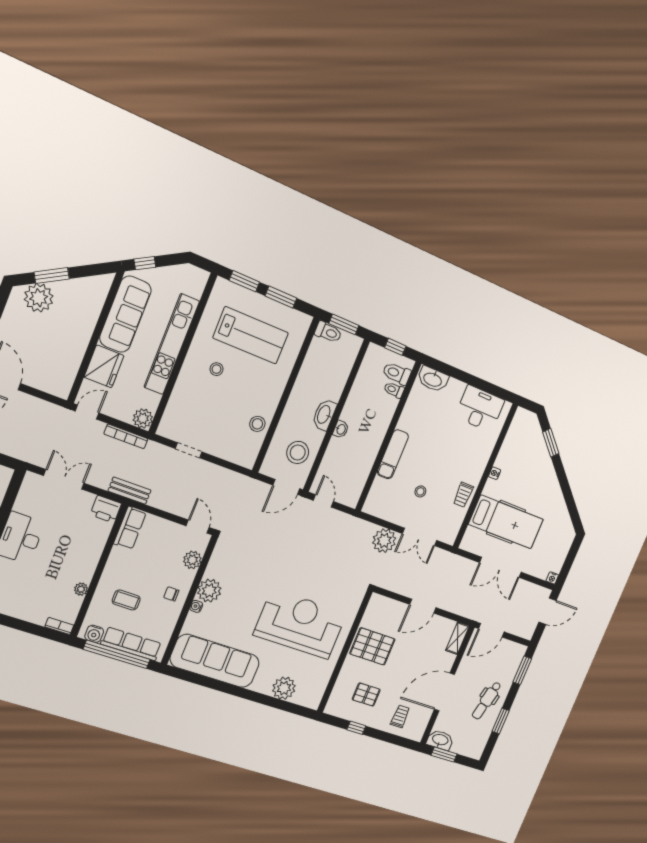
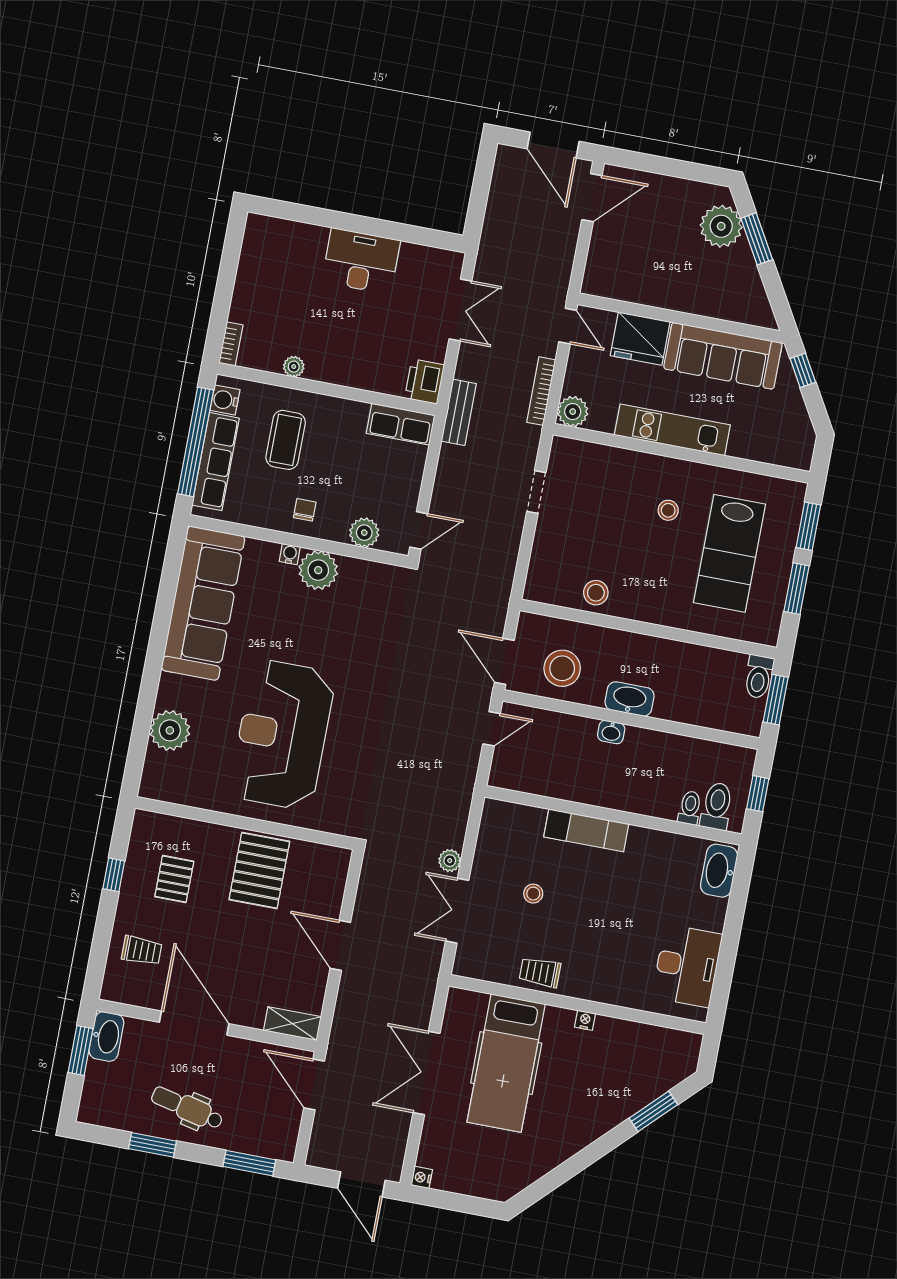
kitchen unit: (172, 344) -> (672, 430), width x0.73
plant: (384, 541) -> (450, 861), width x0.53, depth x0.53
coffee table: (126, 600) -> (286, 440), width x1.36, depth x1.30
reception desk: (300, 624) -> (282, 735), turned 180

